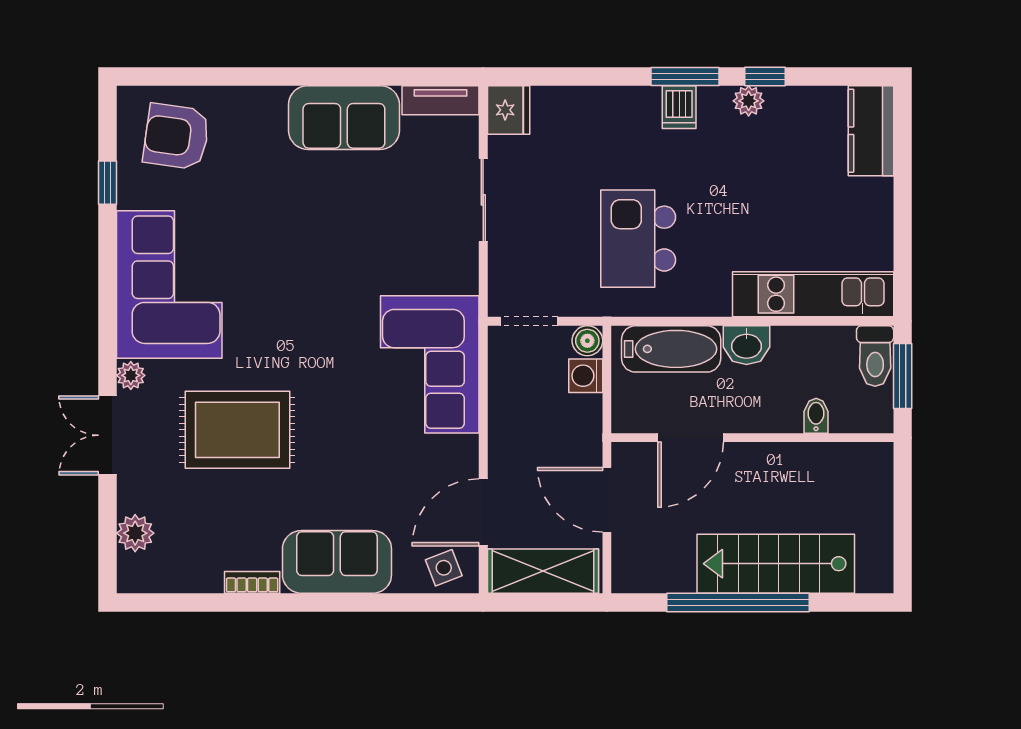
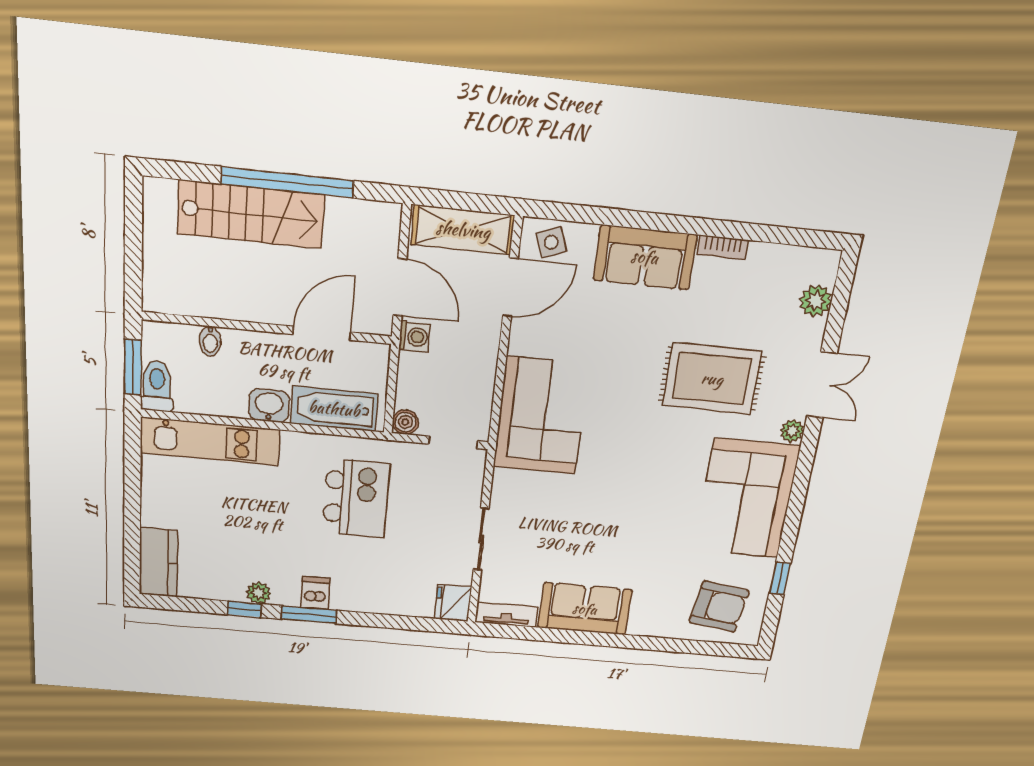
washing machine: (586, 376) -> (414, 337), moved

